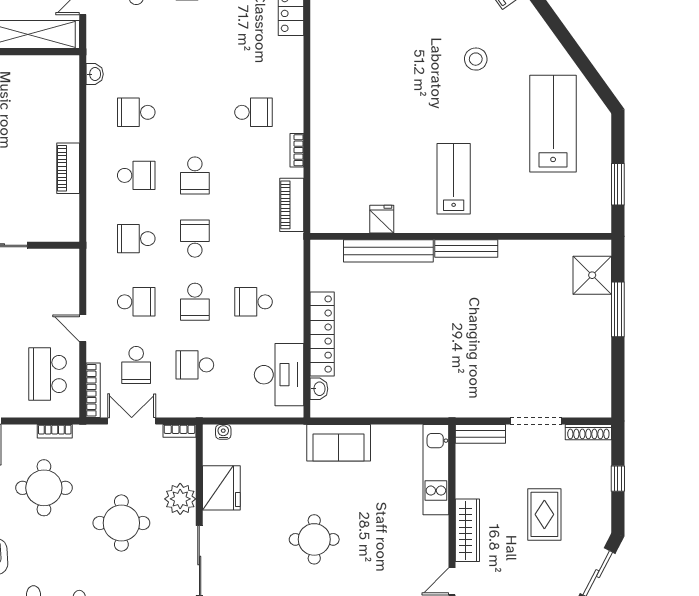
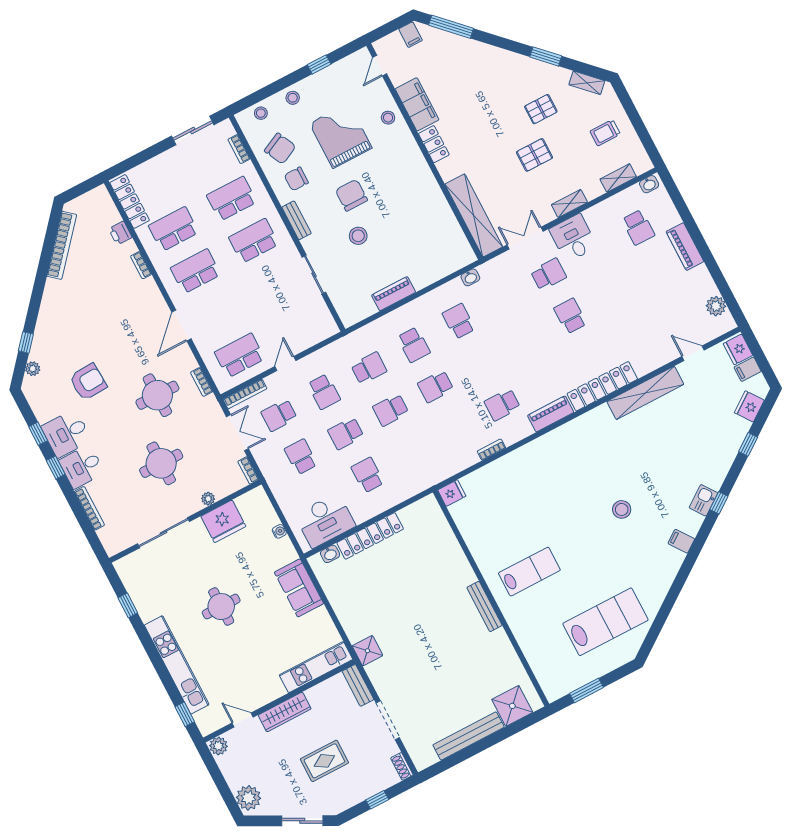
stool: (476, 59) -> (622, 509), moved
school desk: (254, 112) -> (502, 405), turned 90
piano: (292, 205) -> (551, 414), moved
fridge: (382, 219) -> (452, 493), moved
school desk: (136, 239) -> (369, 368), turned 90
school desk: (195, 239) -> (391, 410), turned 180
bench: (388, 251) -> (469, 736), moved, turned 90
window: (618, 309) -> (498, 737), removed
shower: (448, 403) -> (367, 651), added
water cooler: (223, 432) -> (279, 531), moved
shoe rack: (588, 432) -> (402, 766), width x0.70
plant: (180, 499) -> (208, 499), width x0.53, depth x0.53

